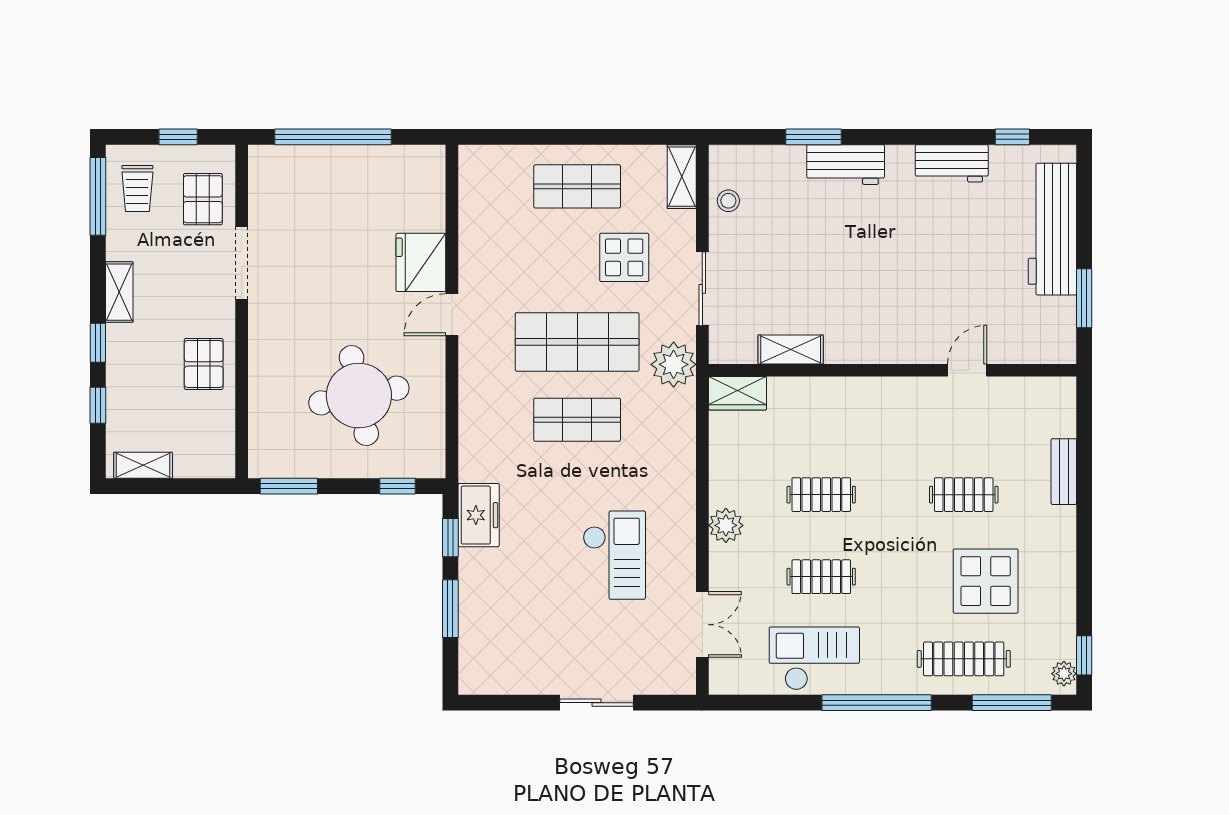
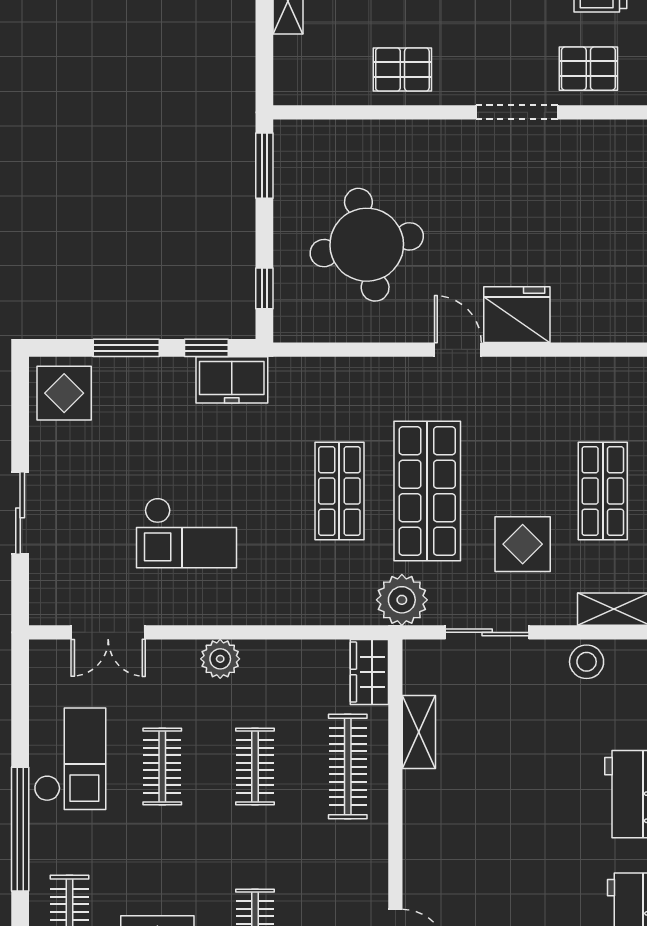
stool: (728, 201) -> (587, 662), width x1.37, depth x1.37
clothes rail: (821, 412) -> (348, 767), added
display table: (490, 664) -> (64, 393), added

